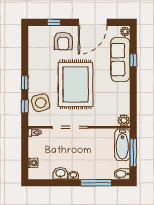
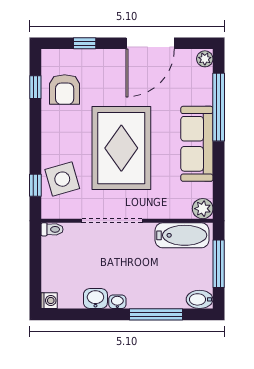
armchair: (63, 41) -> (65, 90), moved
sofa: (120, 60) -> (197, 144), moved
window: (133, 60) -> (219, 107), width x3.17
window: (25, 83) -> (35, 87), moved
bathtub: (122, 145) -> (182, 235), moved, turned -90
washing machine: (33, 163) -> (49, 301), moved

